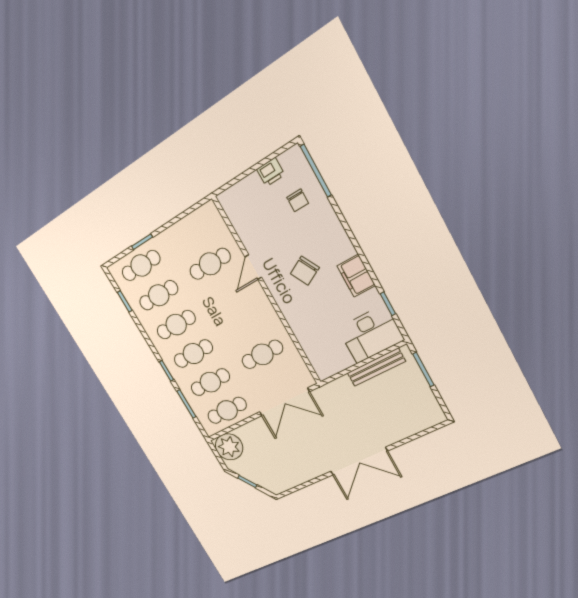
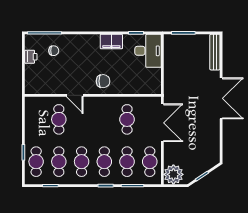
chair: (305, 271) -> (103, 81), moved, turned -62
bench: (376, 367) -> (215, 52), moved

